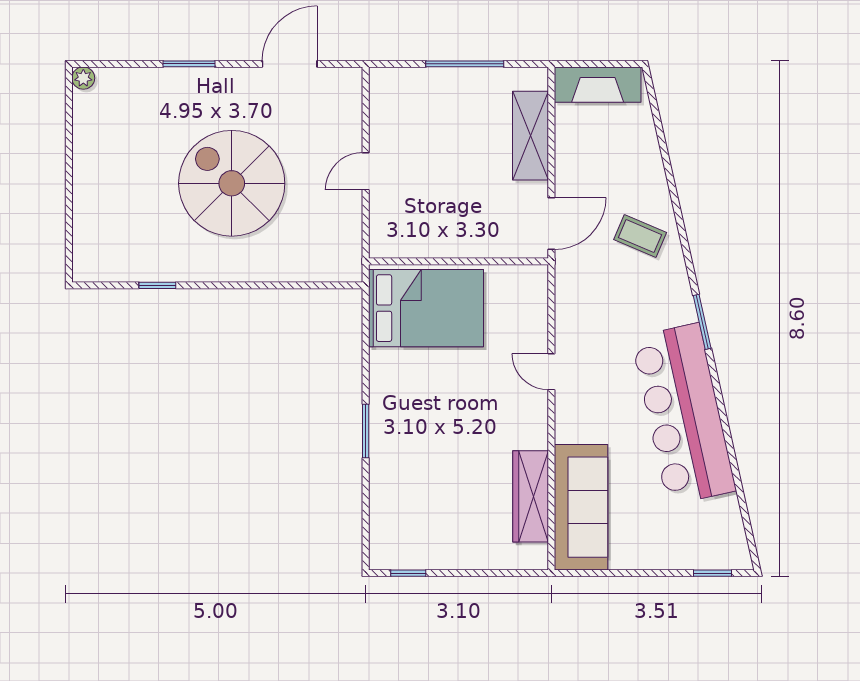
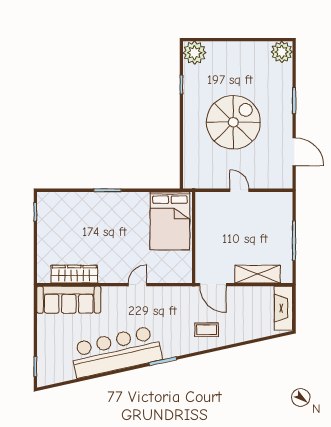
plant: (83, 78) -> (282, 52), width x1.88, depth x1.88
coffee table: (640, 236) -> (207, 330), turned 67
plant: (95, 260) -> (195, 53), added

